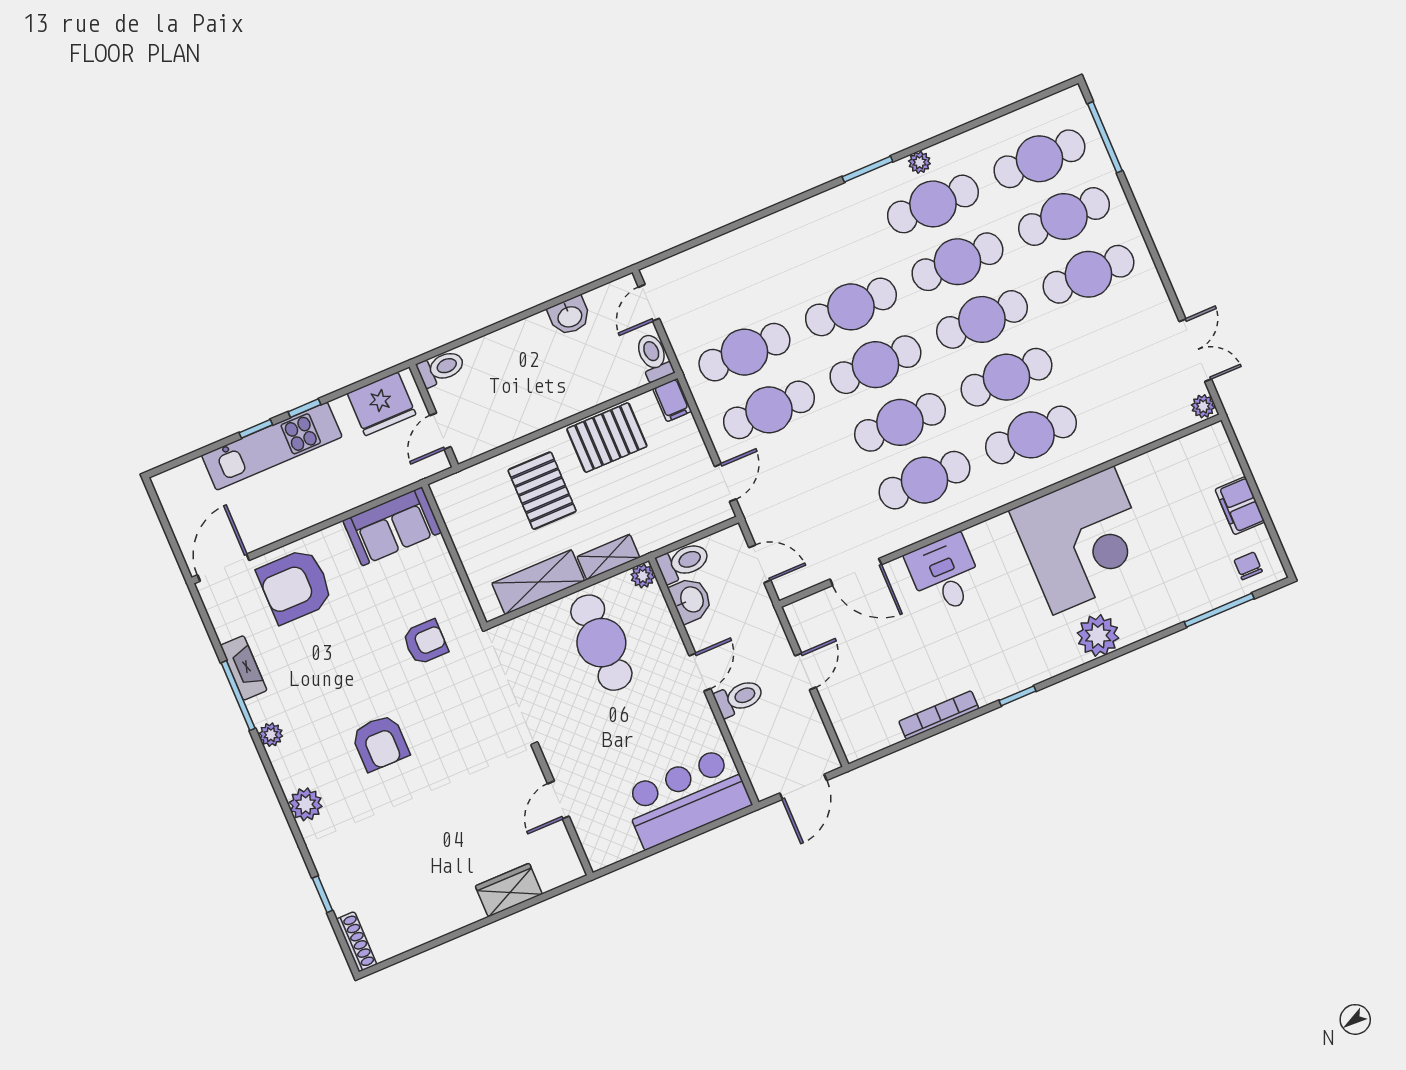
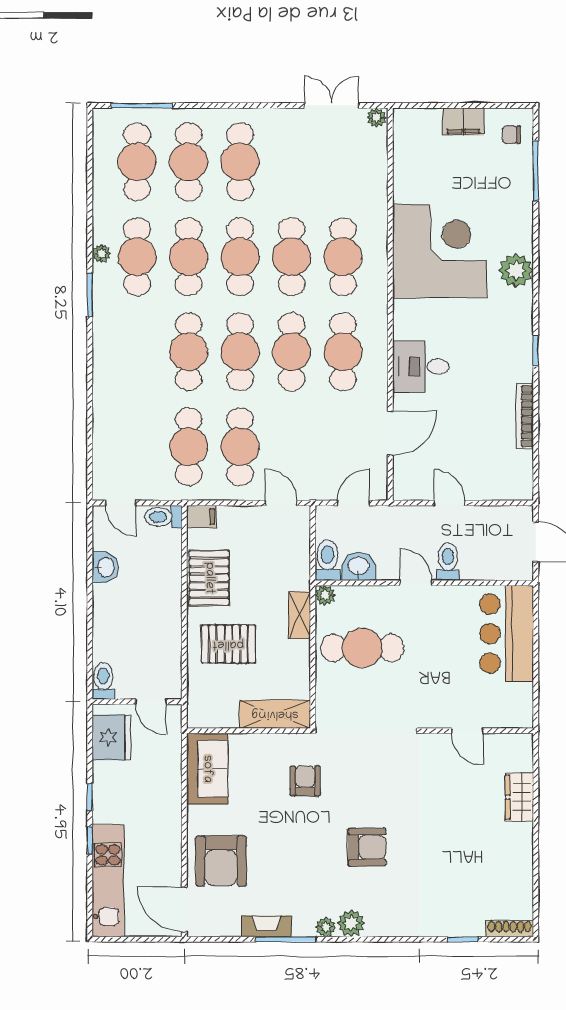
kitchen unit: (272, 446) -> (108, 881), moved
shelving: (538, 582) -> (275, 714), moved, turned 90
plant: (306, 804) -> (351, 923), moved

